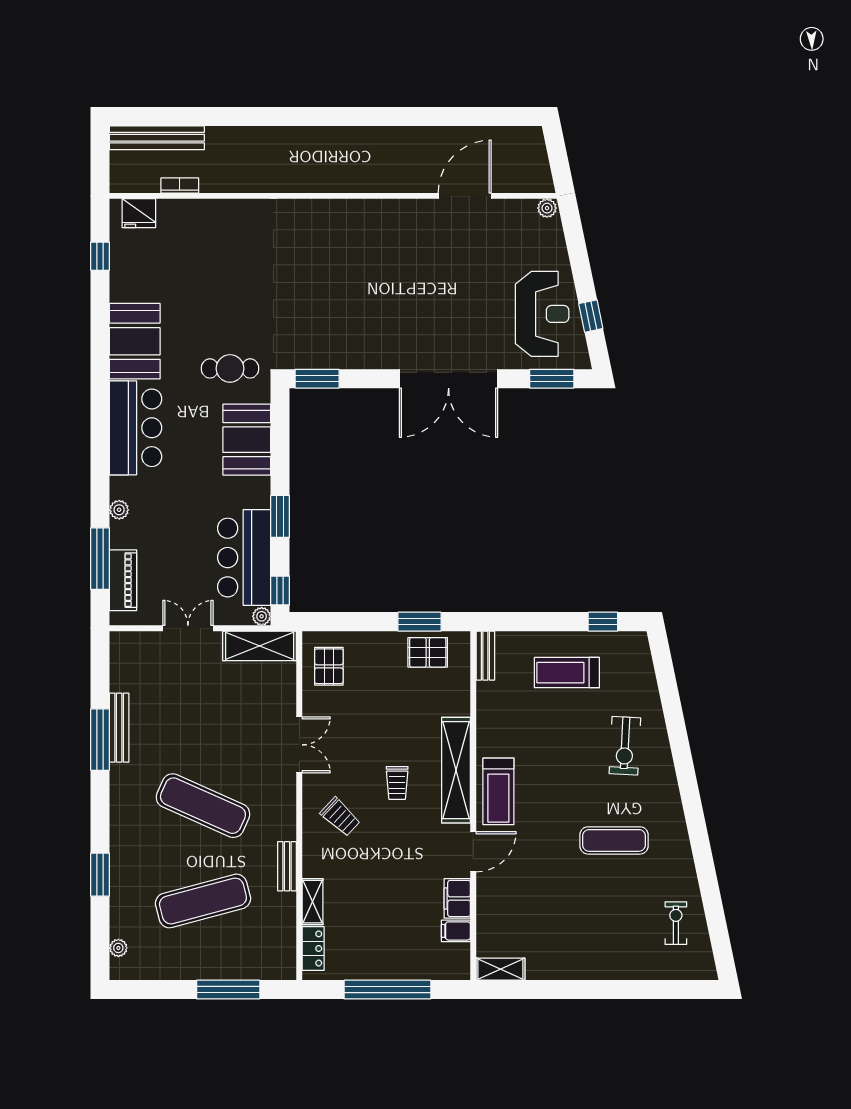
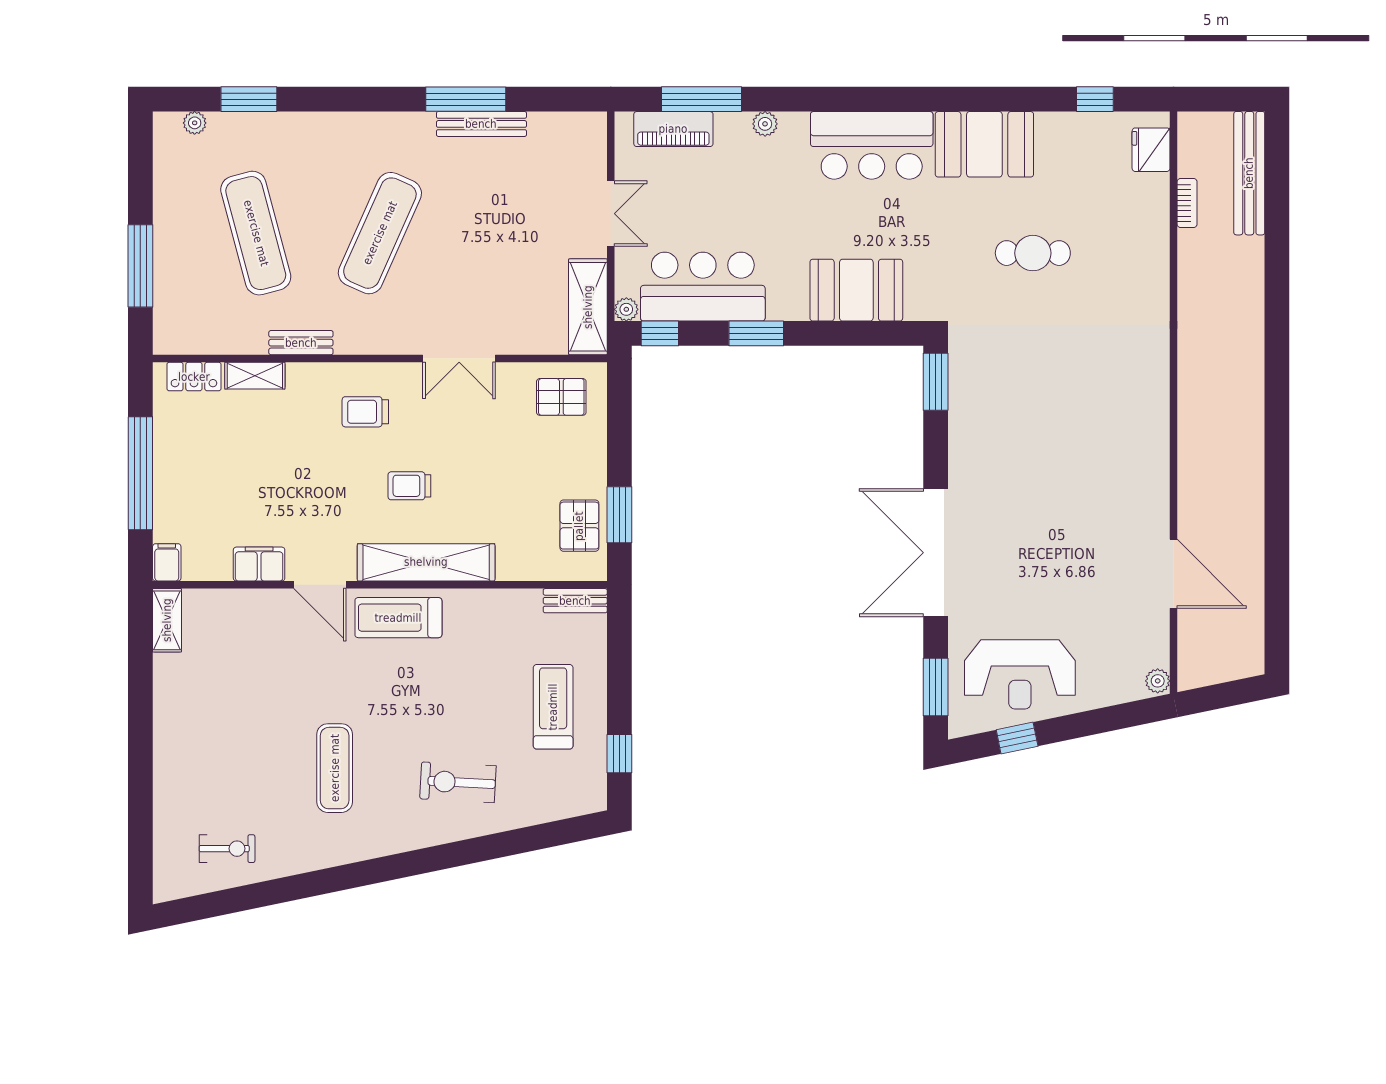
cafe table: (230, 368) -> (1033, 253), moved, turned 90
trolley: (340, 817) -> (365, 412), turned 47
window: (100, 875) -> (249, 99), moved
filing cabinet: (456, 931) -> (167, 562), moved

